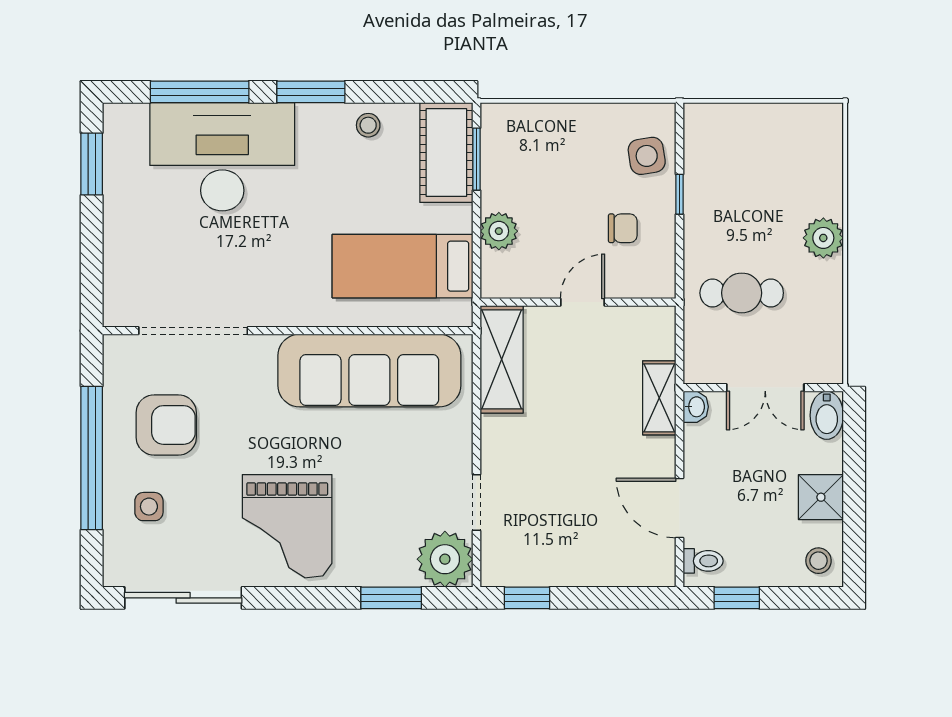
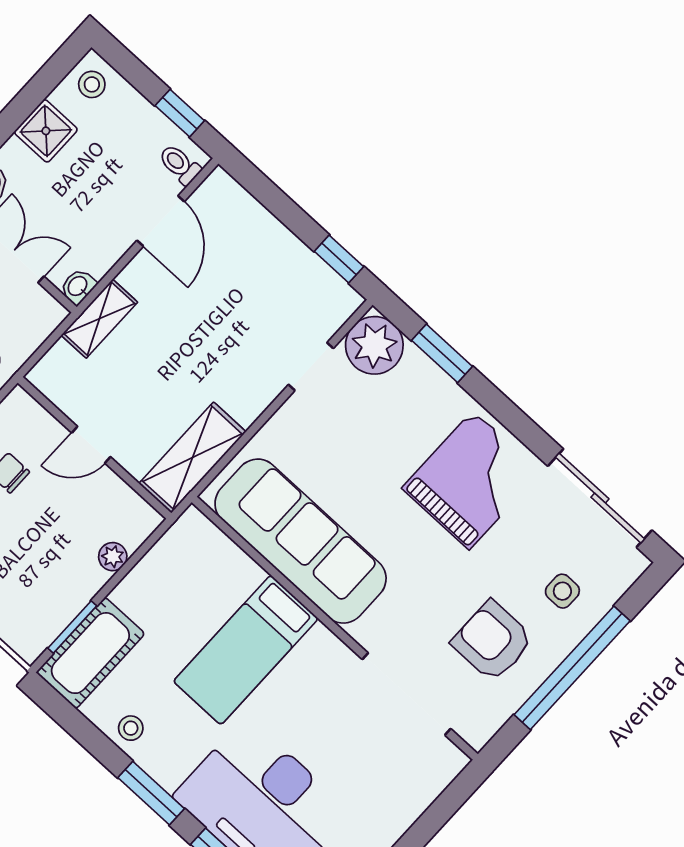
plant: (499, 231) -> (113, 557), width x0.73, depth x0.73
bed: (403, 266) -> (246, 650), moved, turned 90

